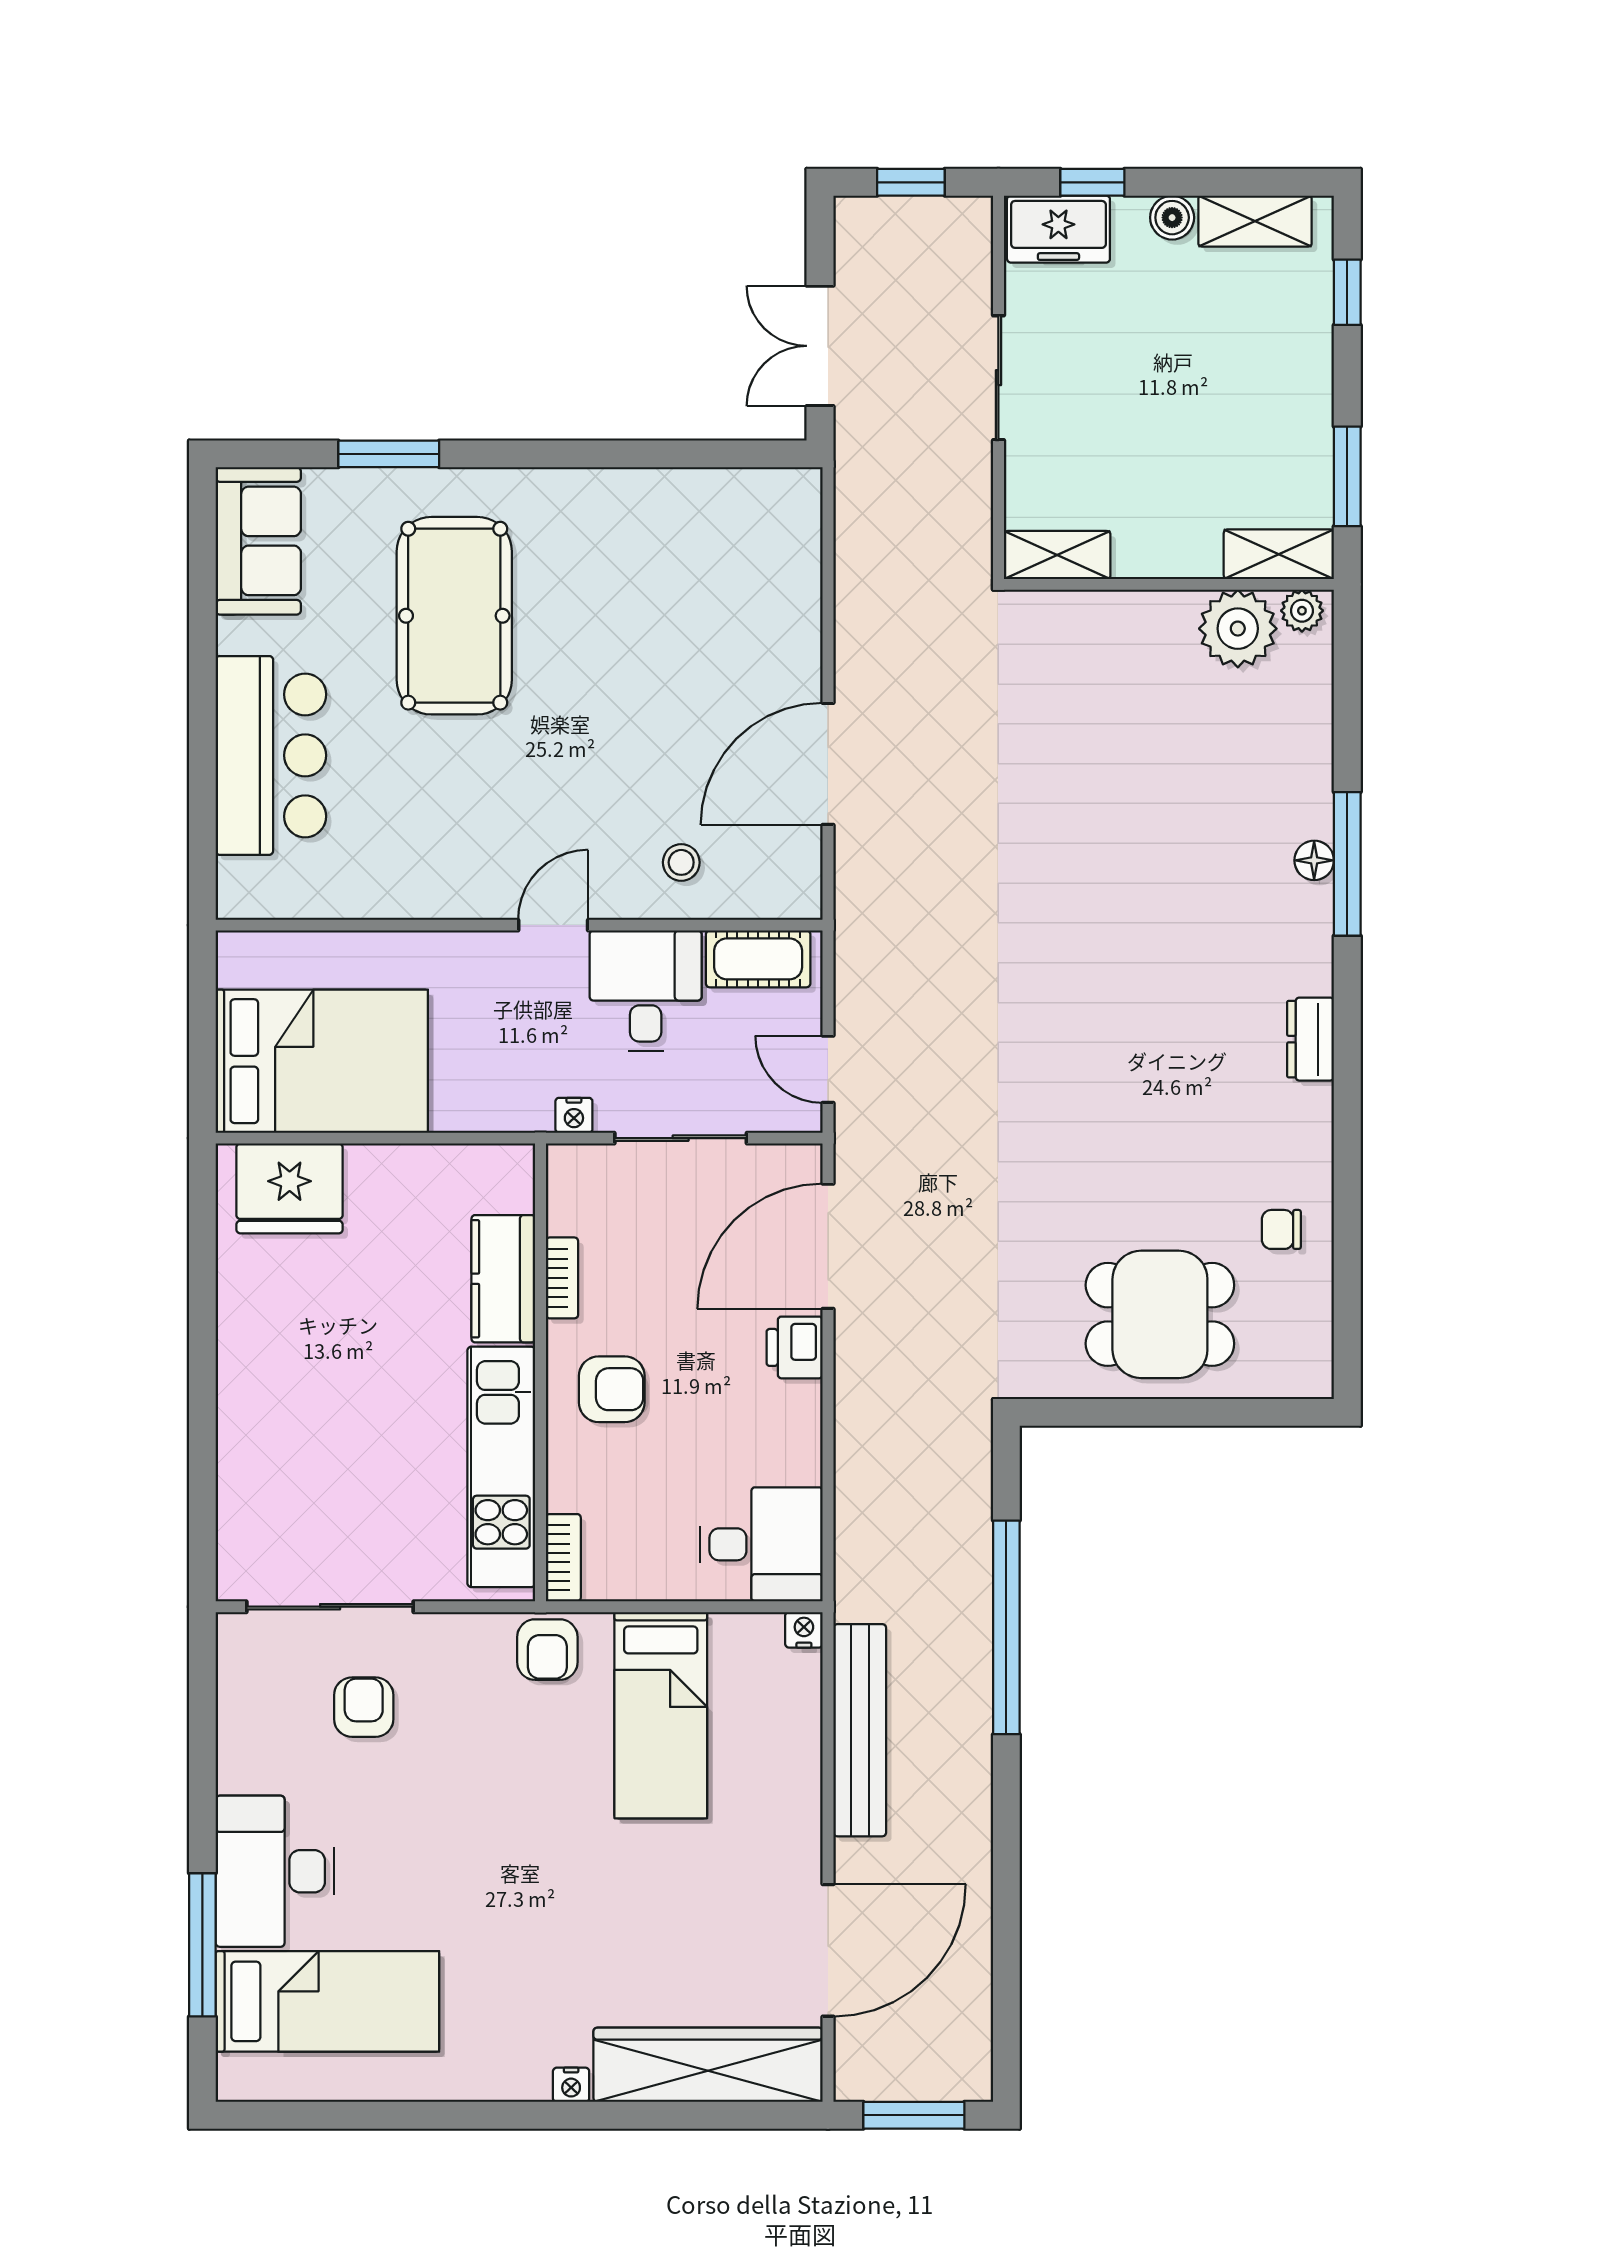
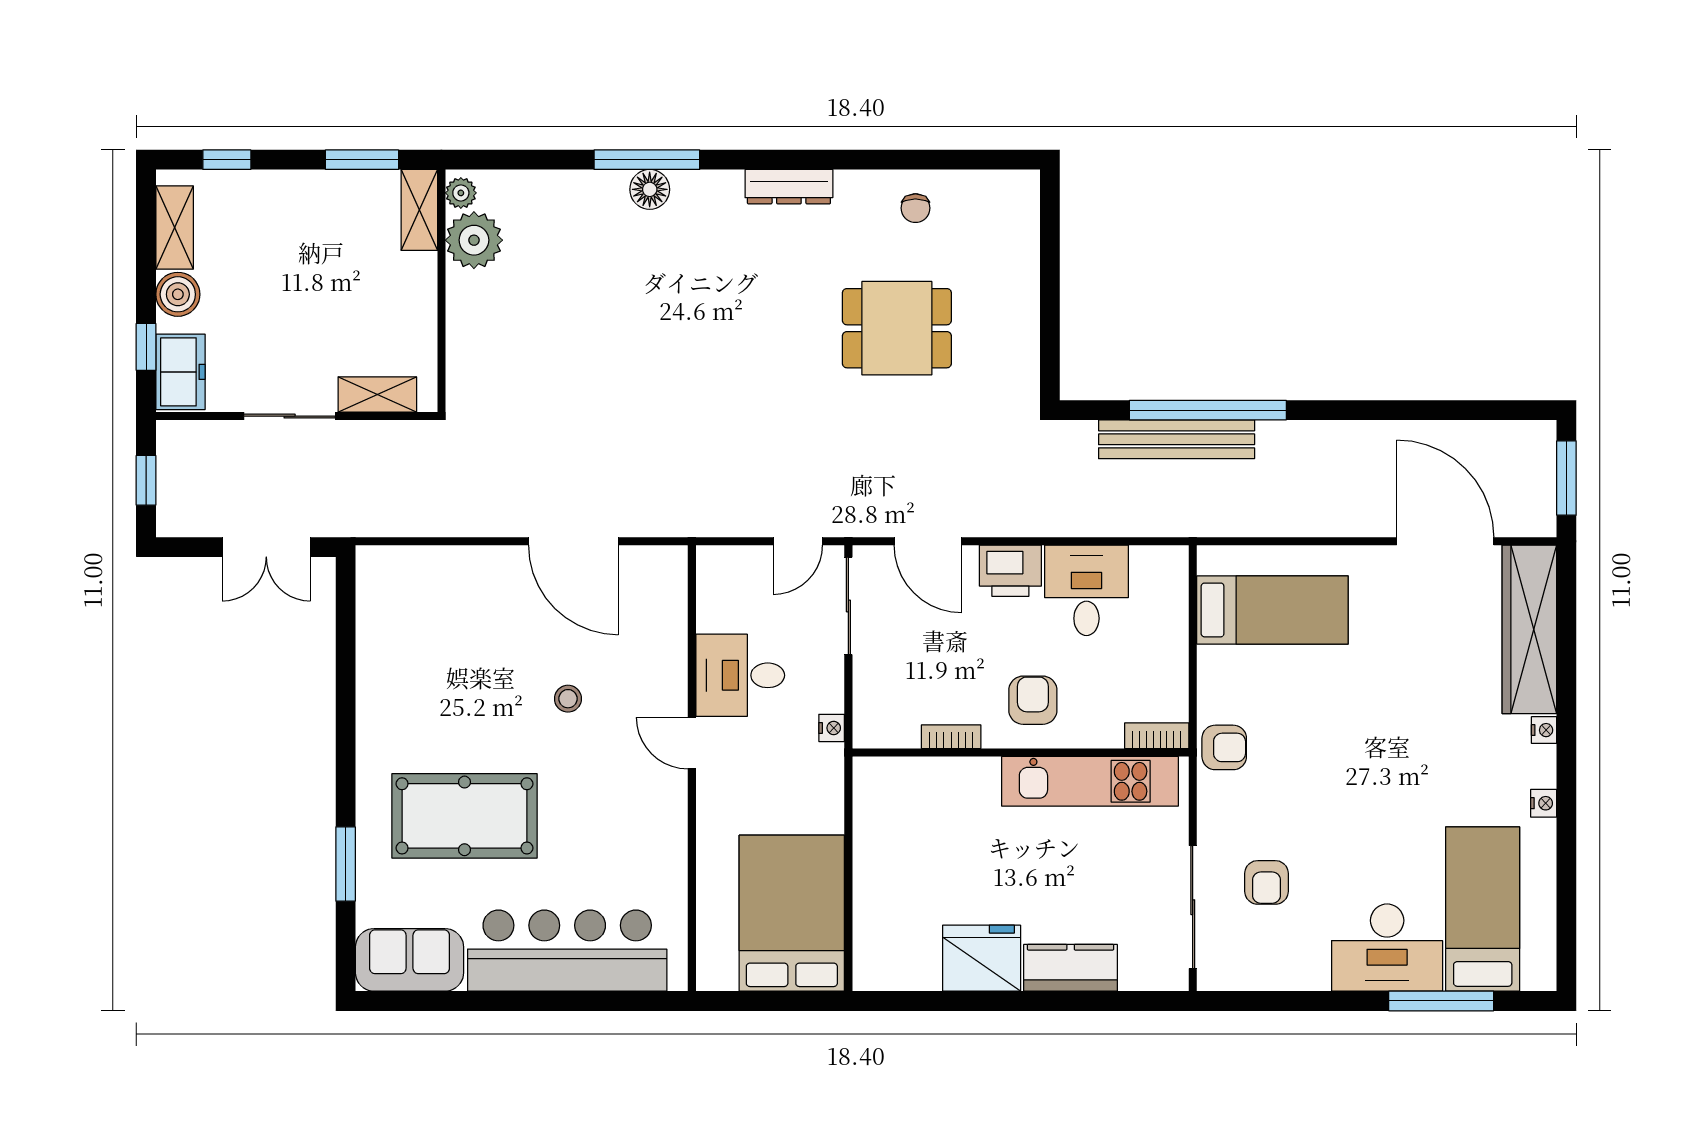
boiler: (1172, 218) -> (178, 294), width x1.36, depth x1.36
shelving: (1057, 555) -> (377, 394), moved, turned 90
bar counter: (271, 755) -> (567, 951), width x1.36
floor lamp: (1314, 860) -> (650, 189), width x1.37, depth x1.37
stool: (681, 862) -> (568, 699), moved
cot: (758, 959) -> (717, 593), removed
dresser: (1311, 1039) -> (789, 187), width x1.44
sliding door: (681, 1138) -> (848, 606), moved
fridge: (290, 1188) -> (982, 958), moved, turned -90
door: (828, 1246) -> (928, 541), width x0.73
kitchen counter: (503, 1279) -> (1071, 968), moved, turned 180
dining table: (1160, 1314) -> (897, 328), moved, turned 90
printer: (795, 1347) -> (1010, 571), width x1.36, depth x1.24
desk: (761, 1544) -> (1086, 590), moved
nightstand: (804, 1630) -> (1544, 803), moved, turned 180
armchair: (364, 1707) -> (1266, 882), turned -90
bed: (661, 1715) -> (1272, 610), moved
bench: (860, 1730) -> (1177, 439), moved

